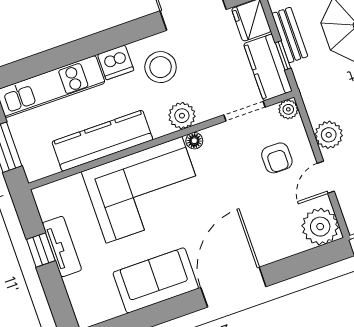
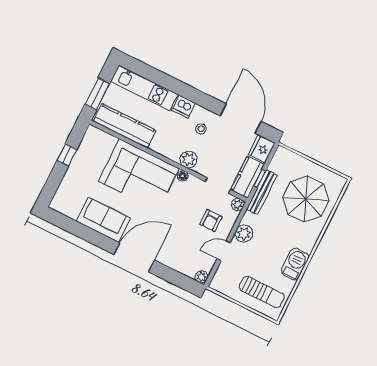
bench: (290, 35) -> (262, 192), moved, width x1.36
stool: (161, 67) -> (201, 129), width x0.53, depth x0.53
kitchen counter: (102, 141) -> (124, 126), moved
plant: (320, 227) -> (202, 277), width x0.53, depth x0.53
tv unit: (62, 247) -> (78, 163), removed

